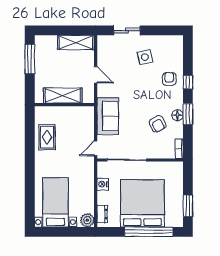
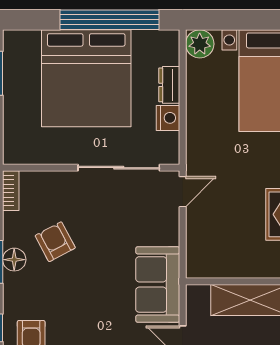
sofa: (108, 116) -> (158, 284), moved
dresser: (102, 214) -> (169, 85), moved
window: (149, 232) -> (109, 20), moved

